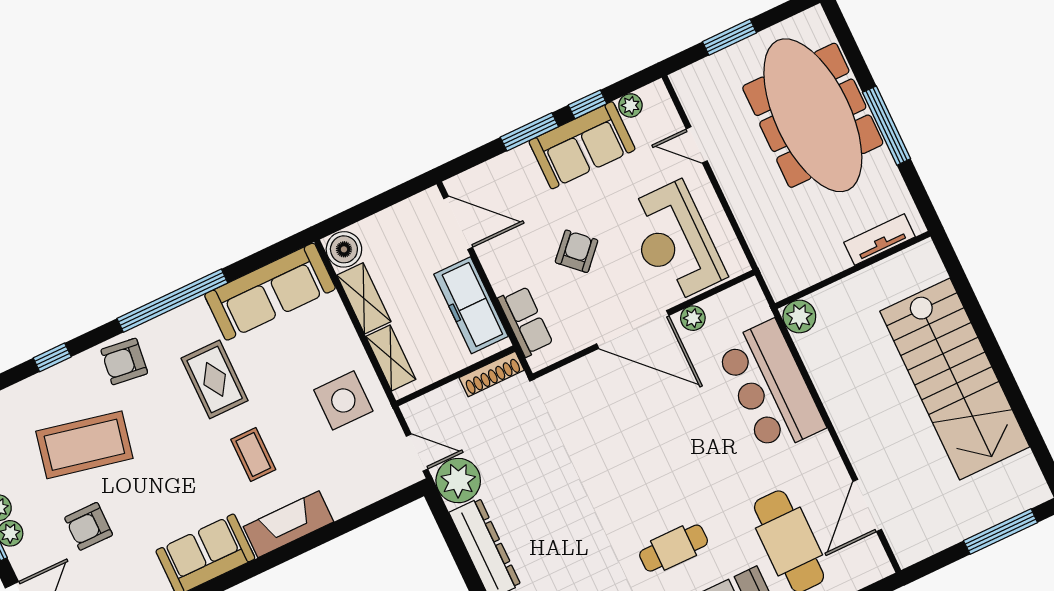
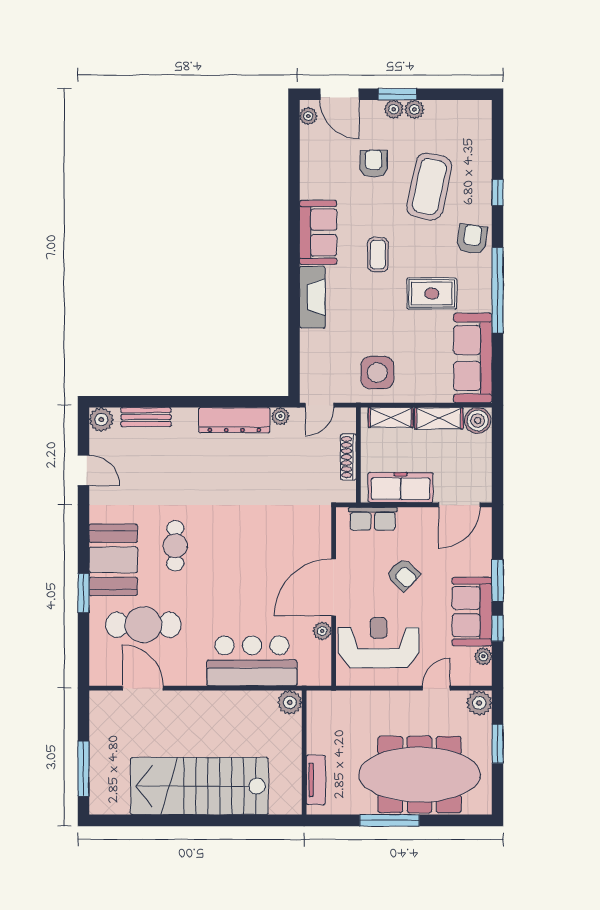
plant: (690, 83) -> (479, 703), added
shoe rack: (492, 374) -> (348, 457), moved
coffee table: (253, 454) -> (378, 255), moved, turned 90
plant: (458, 481) -> (280, 416), width x0.53, depth x0.53

